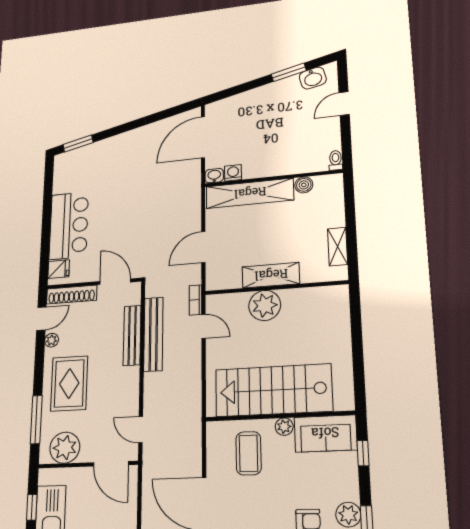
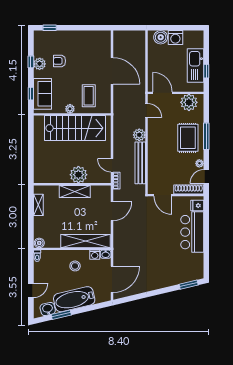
bathtub: (267, 99) -> (74, 299), added
stool: (267, 151) -> (75, 266), added
boiler: (304, 185) -> (39, 243), moved
bench: (132, 335) -> (152, 163), removed
plant: (154, 384) -> (139, 135), added
window: (36, 420) -> (206, 136), moved
sofa: (325, 433) -> (42, 94), moved, turned 90

